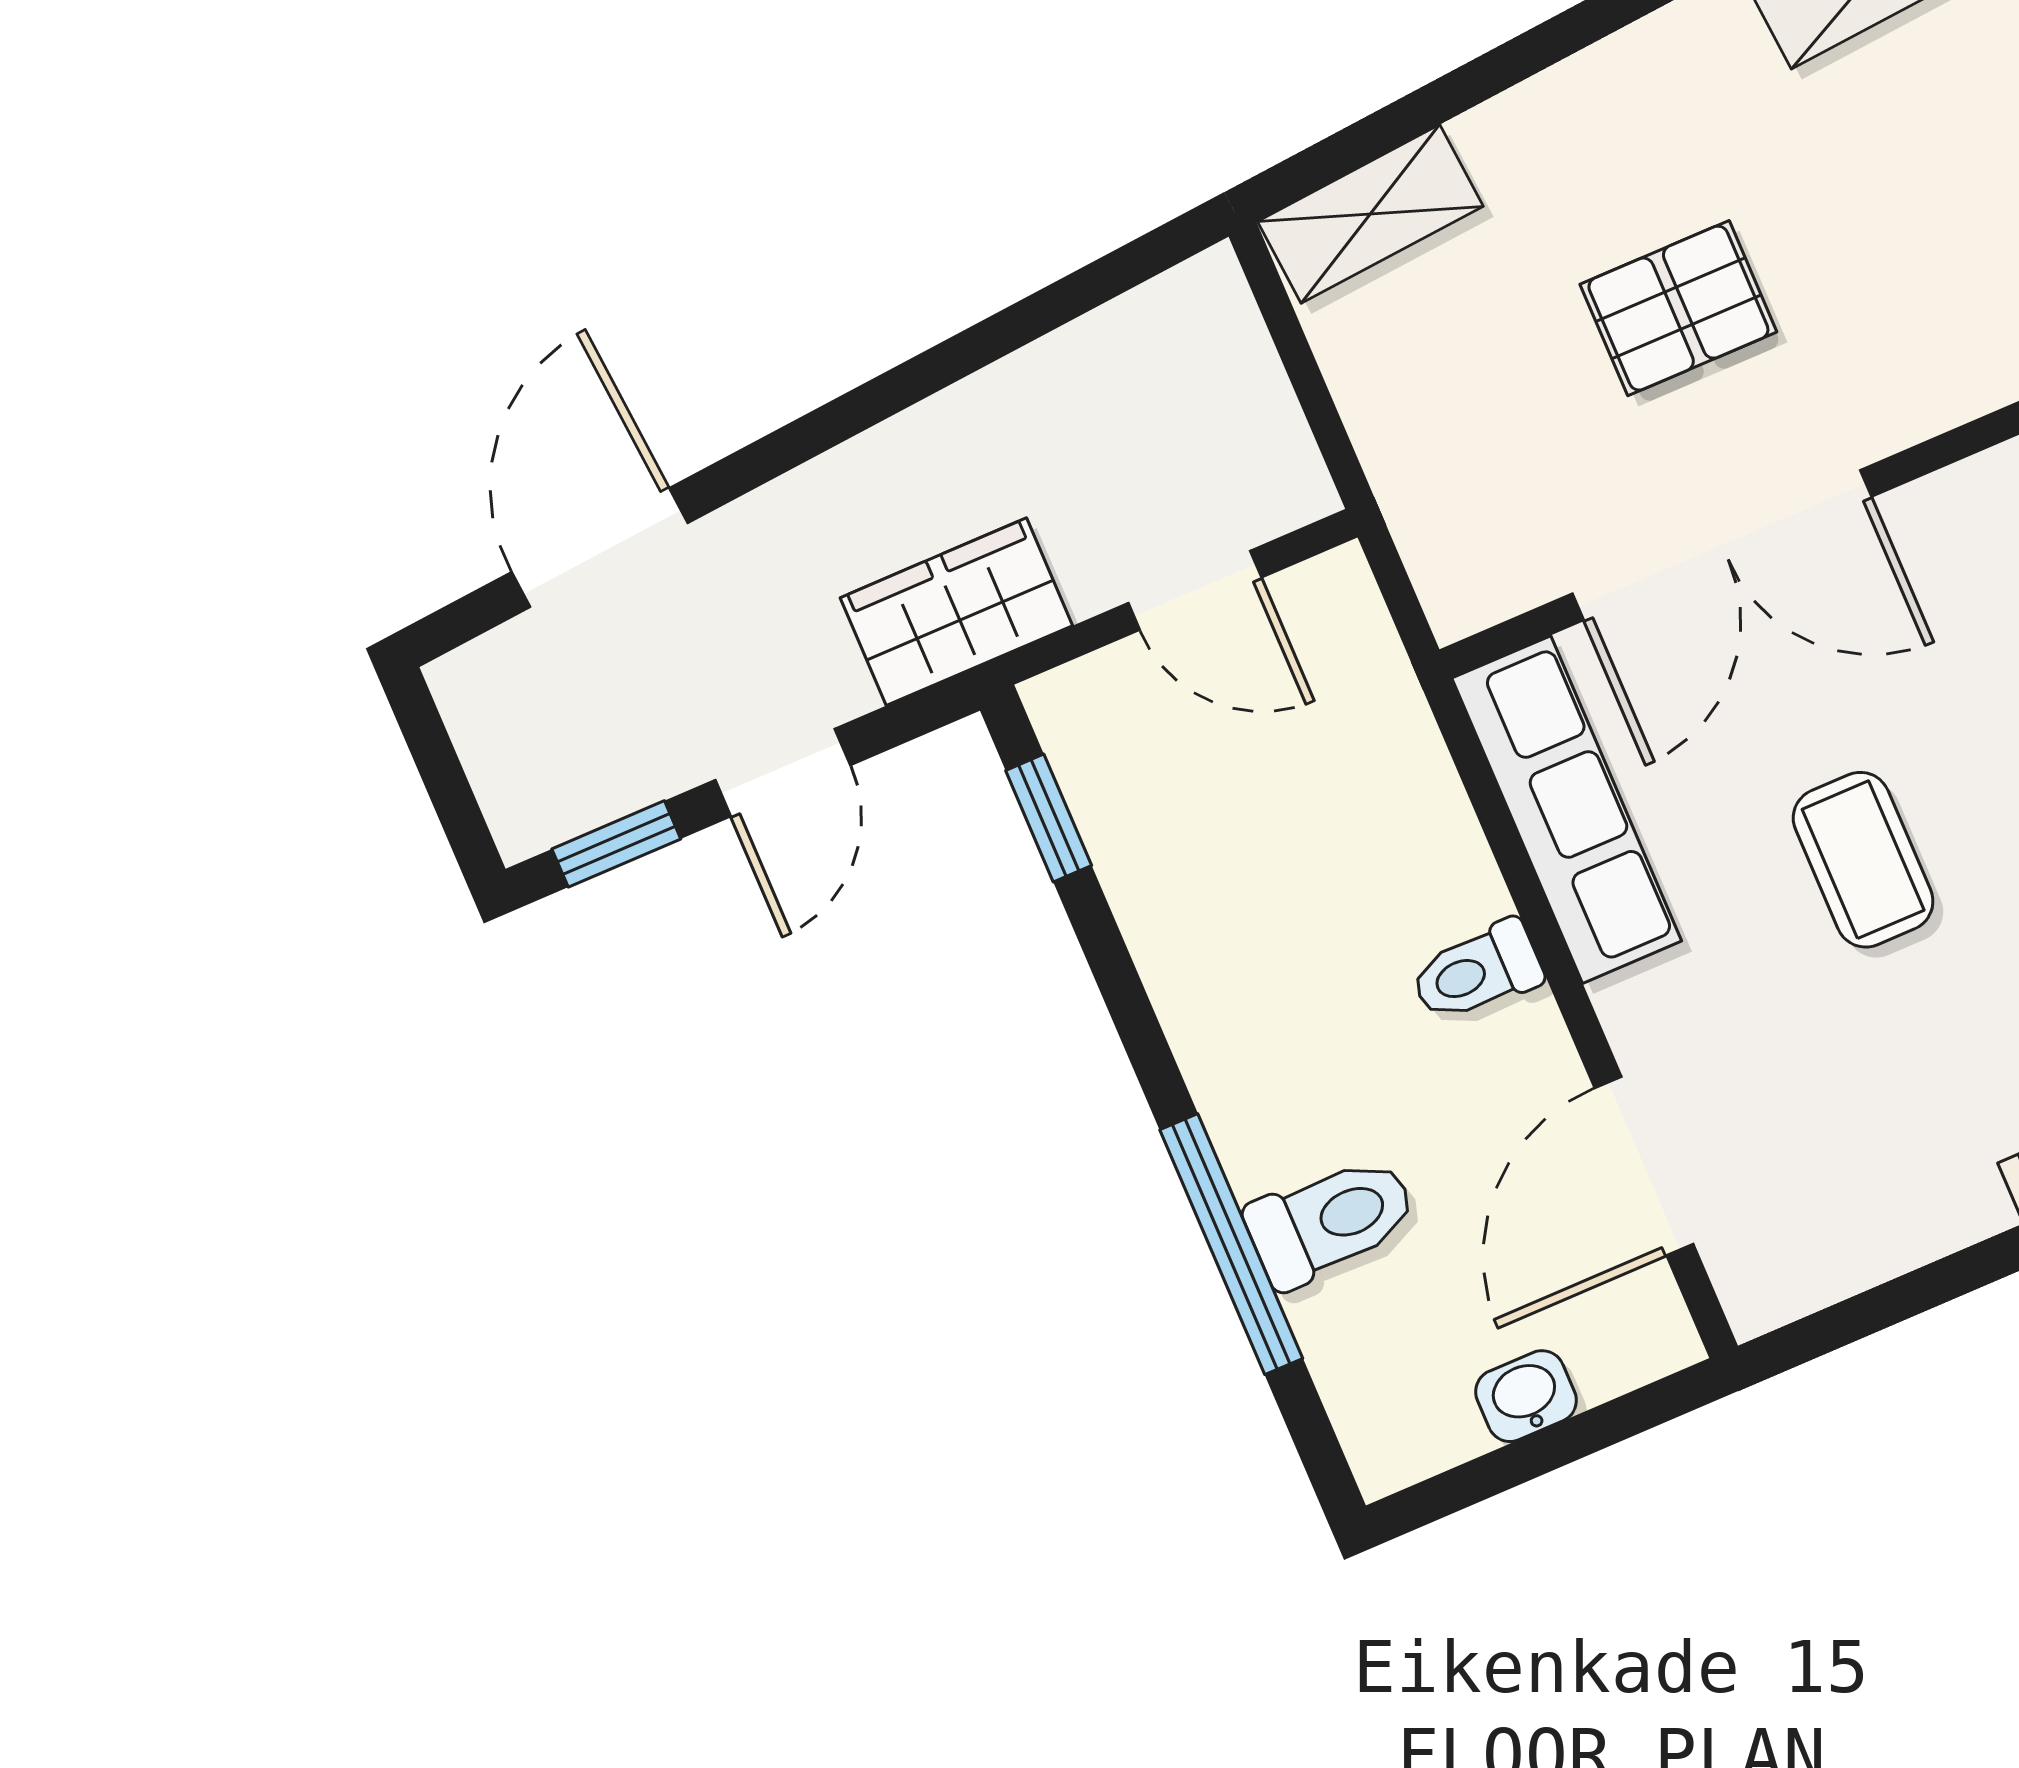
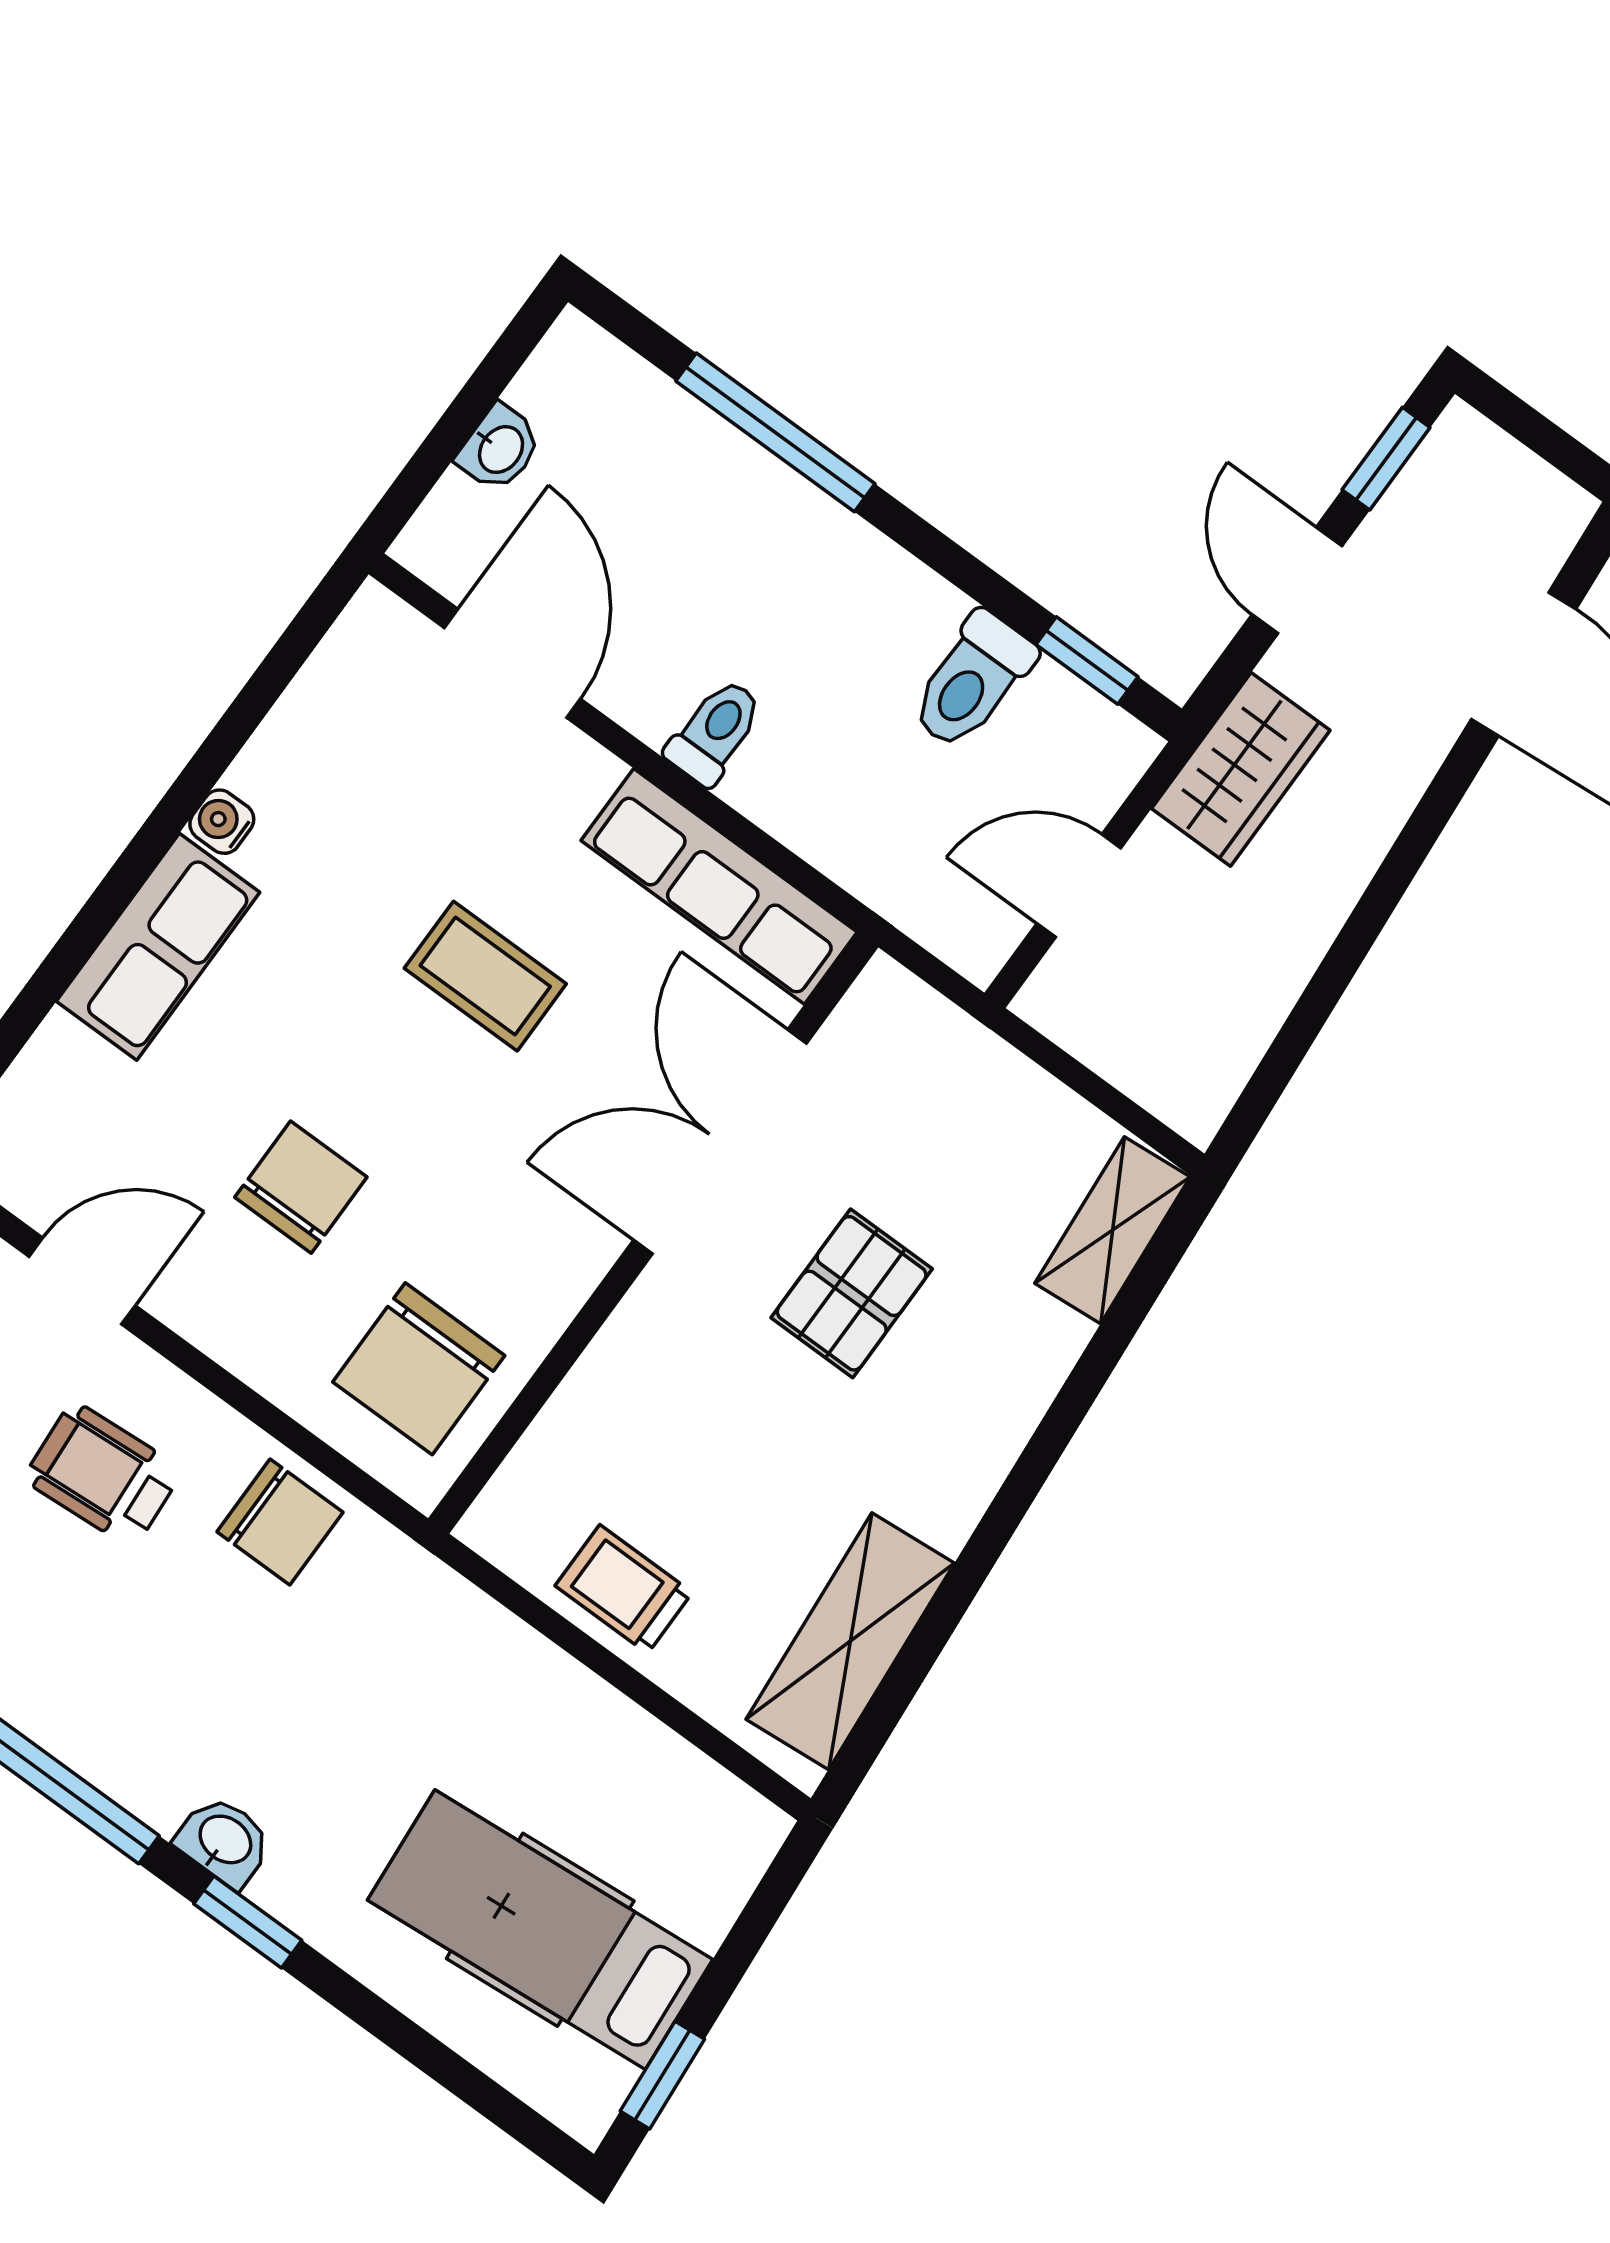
toilet: (1331, 1221) -> (972, 681), moved

